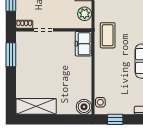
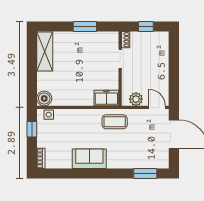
window: (11, 55) -> (85, 27), moved

